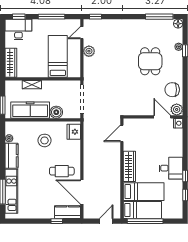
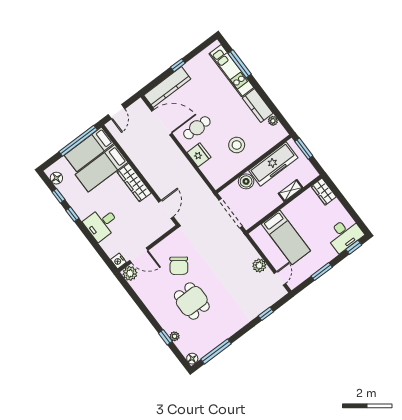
window: (51, 17) -> (322, 272), width x0.69
window: (96, 17) -> (266, 314), moved
wardrobe: (11, 63) -> (324, 192), width x0.67
chair: (172, 90) -> (179, 266), moved, turned 126
fridge: (74, 132) -> (199, 155), moved
desk: (171, 168) -> (101, 224), moved
floor lamp: (178, 207) -> (56, 178), added
kitchen counter: (68, 212) -> (167, 87), width x1.50
window: (57, 221) -> (178, 65), moved

